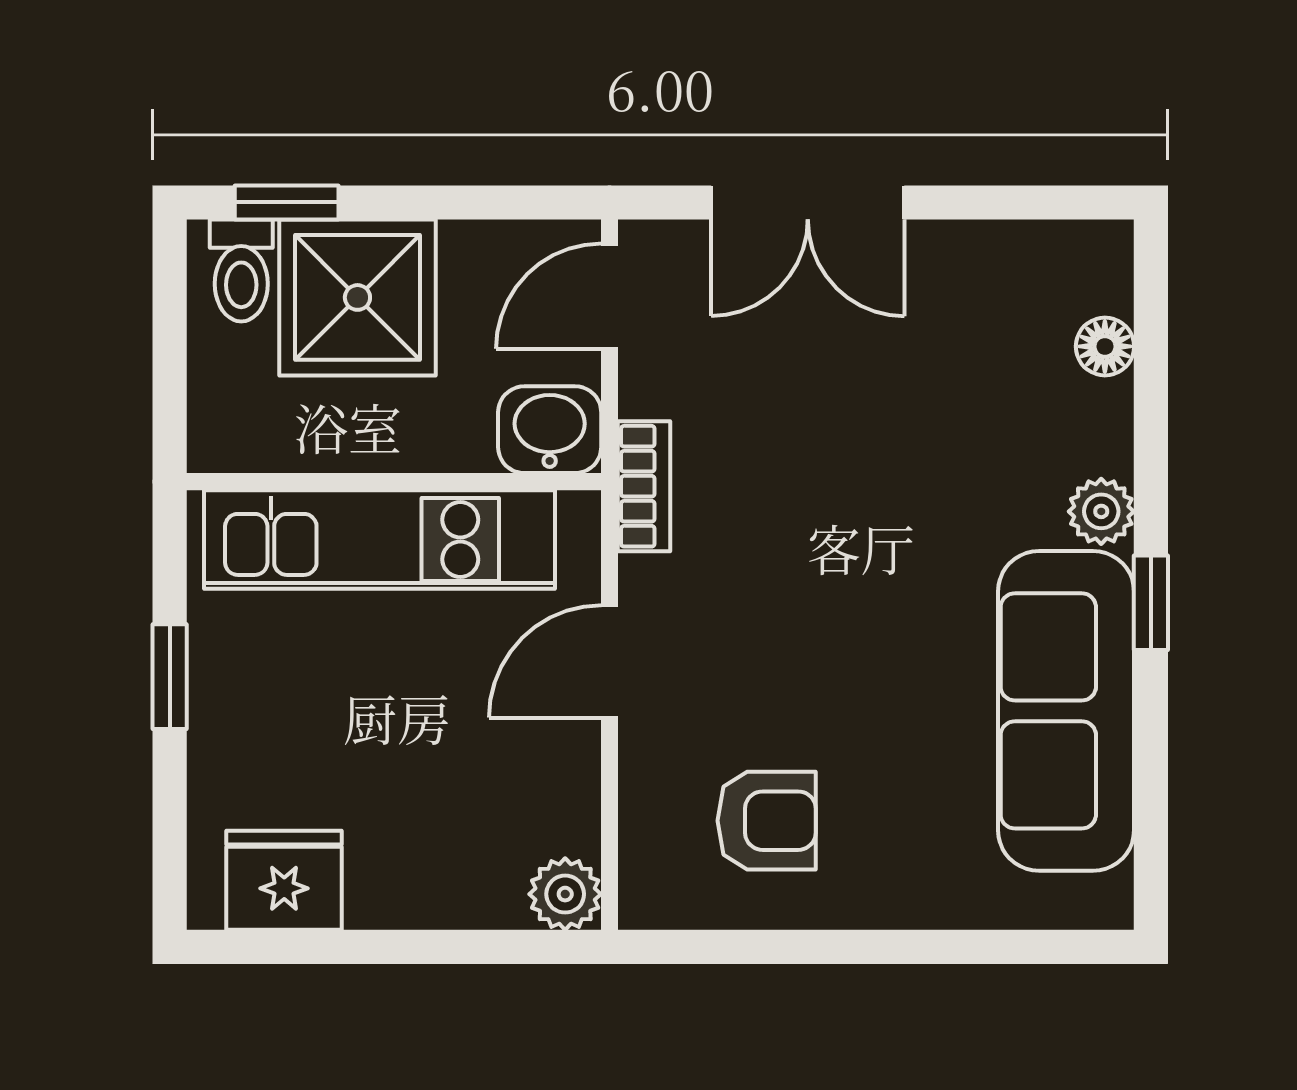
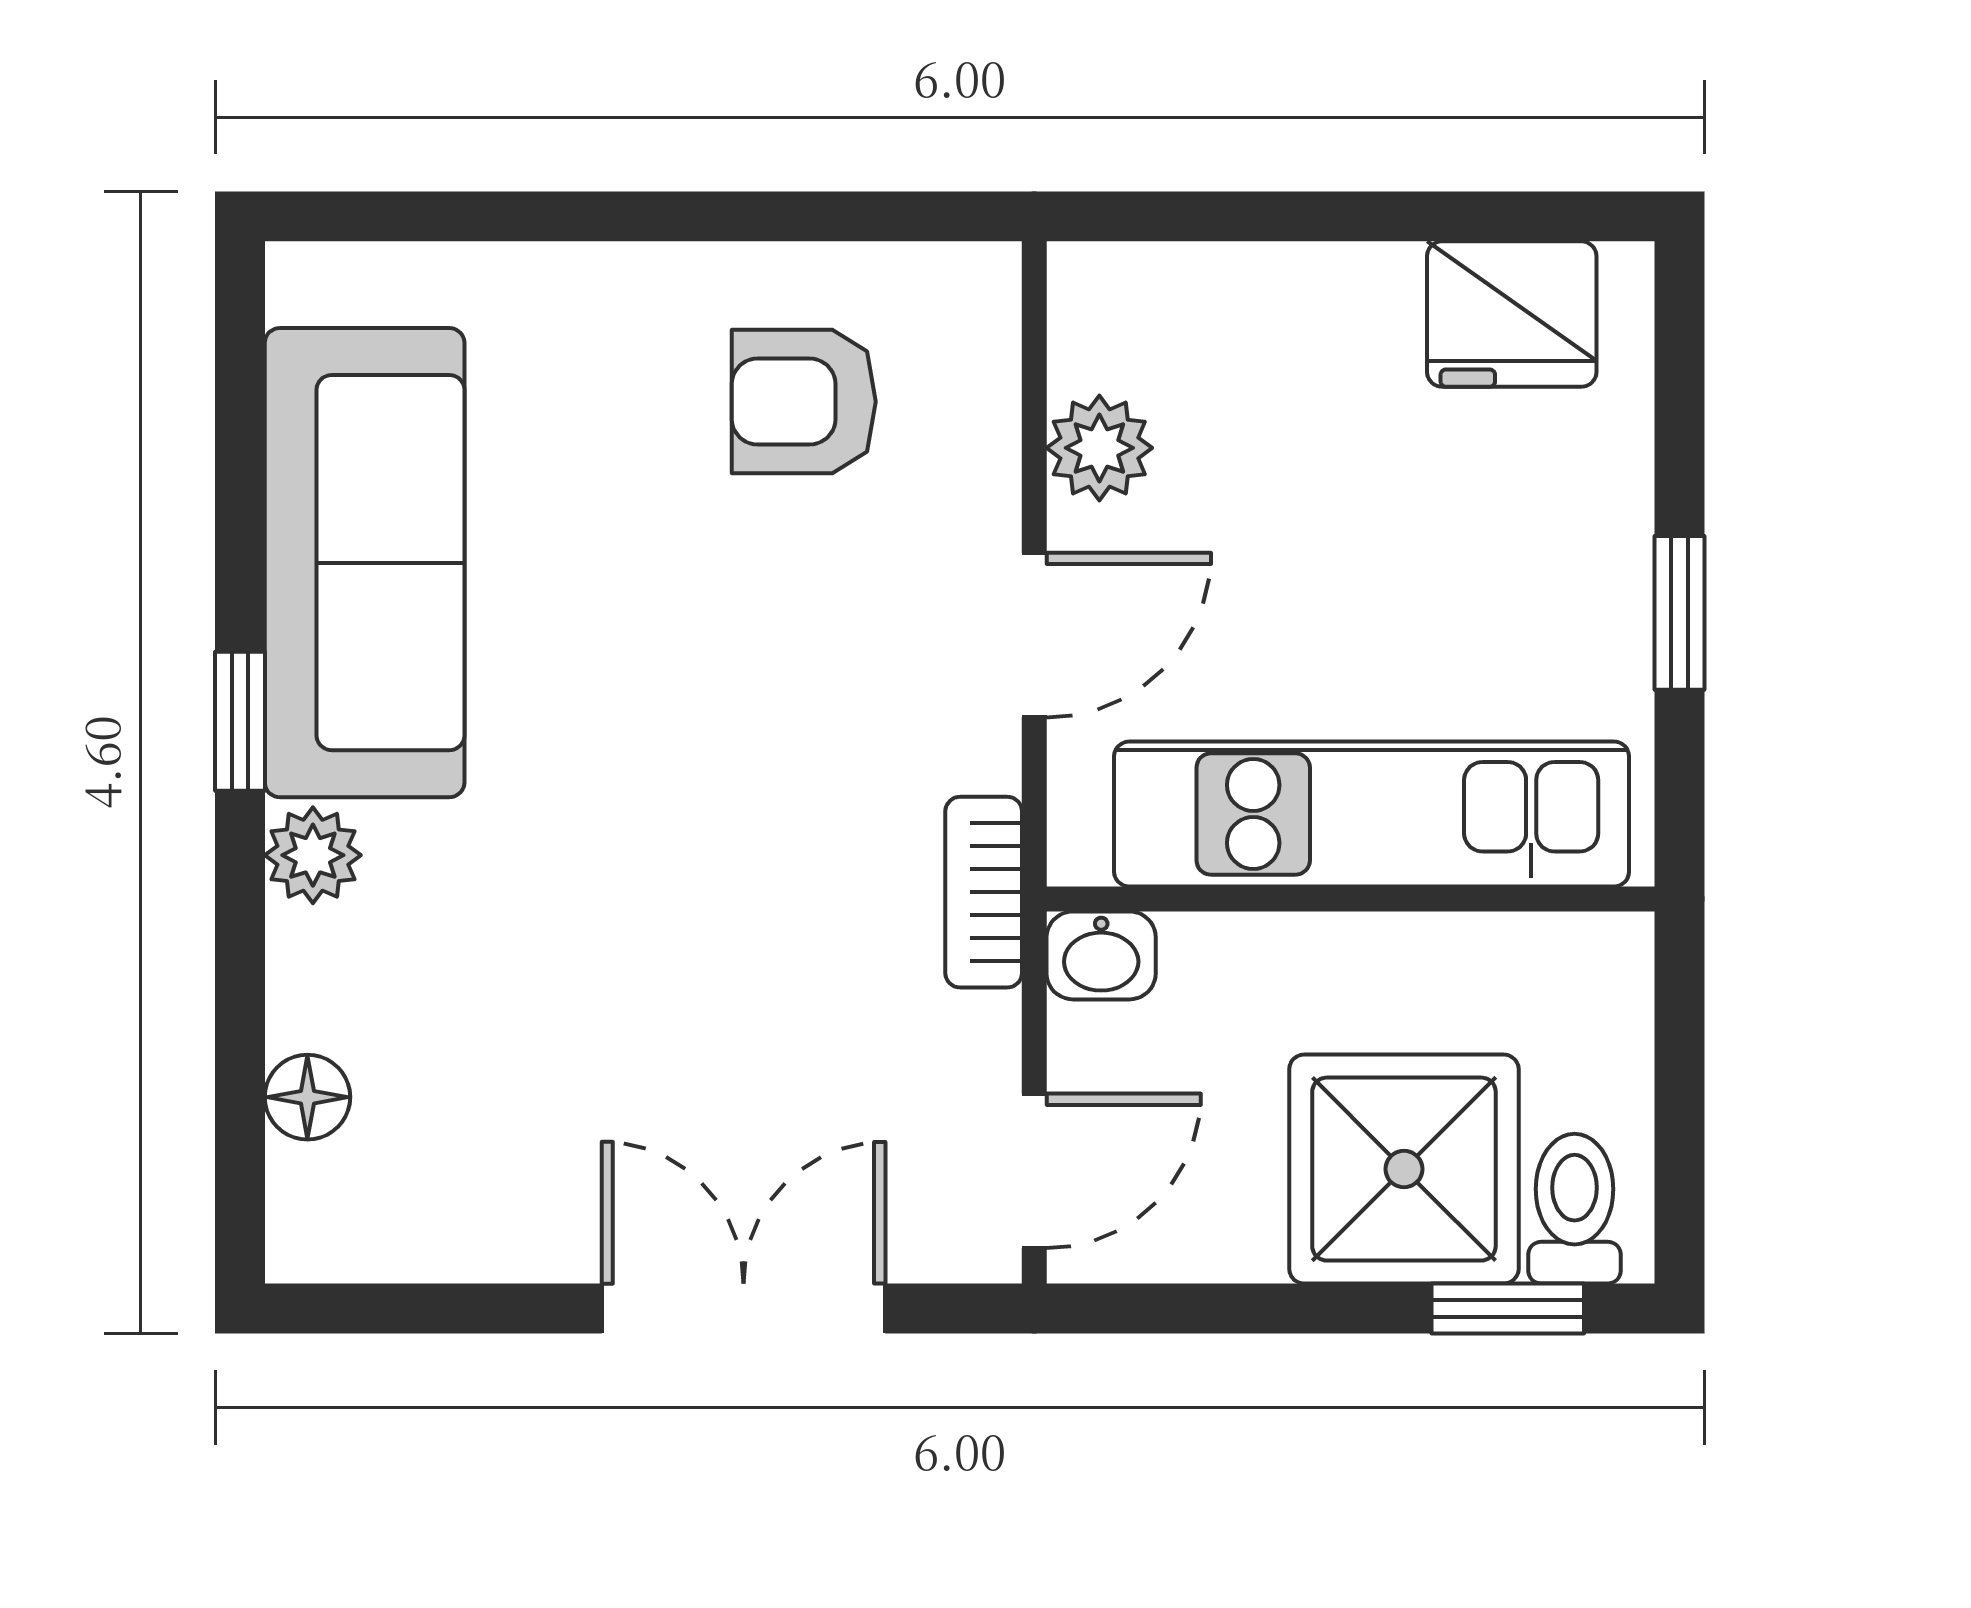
washbasin: (550, 430) -> (1101, 955), width x0.72, depth x0.69
plant: (565, 894) -> (1099, 448), moved

